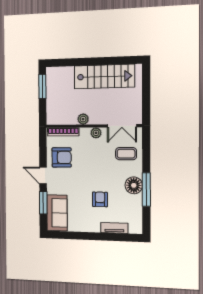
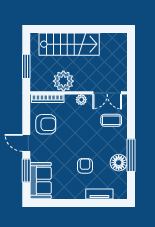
stairs: (104, 76) -> (69, 44), moved
window: (42, 86) -> (26, 66), moved
plant: (83, 119) -> (63, 81), width x1.88, depth x1.88
floor lamp: (134, 185) -> (119, 163), moved

